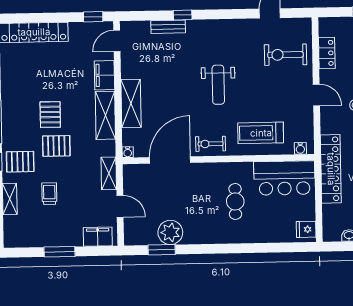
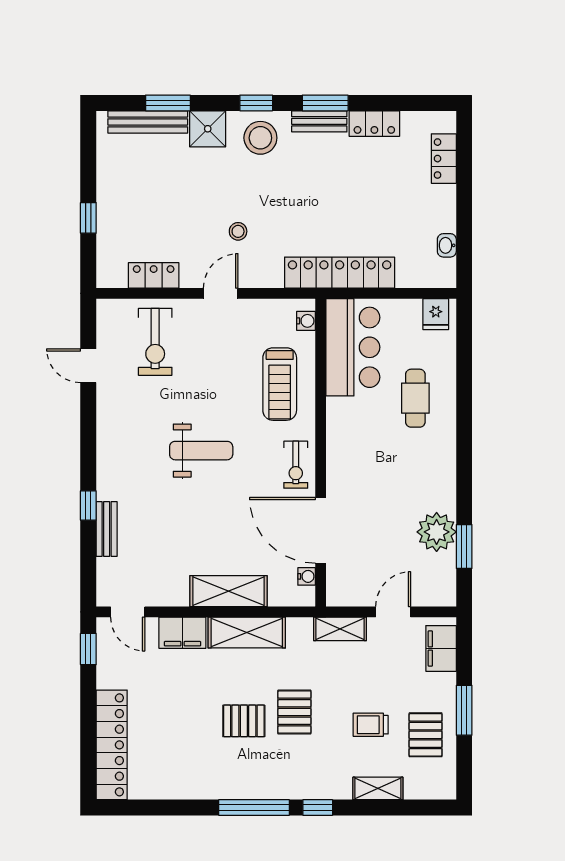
water cooler: (128, 152) -> (307, 576), moved
pallet: (20, 162) -> (426, 735), moved
cafe table: (235, 201) -> (415, 398), moved, turned 90

